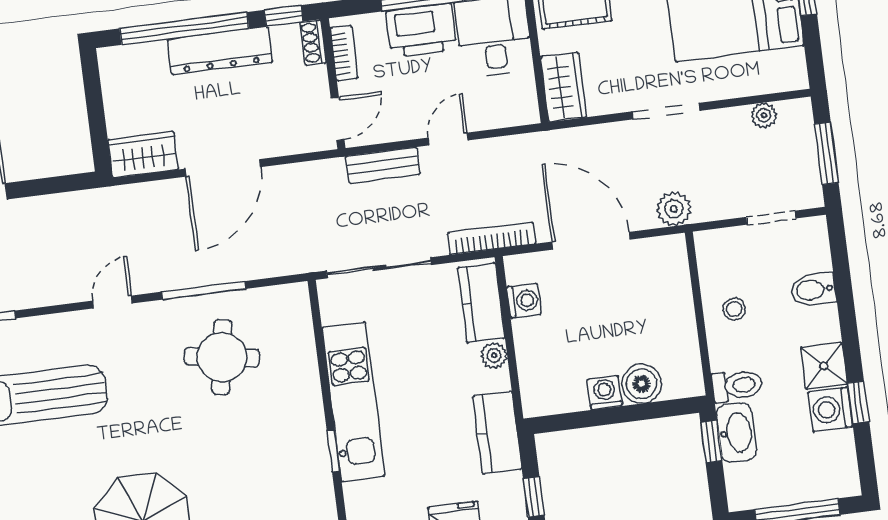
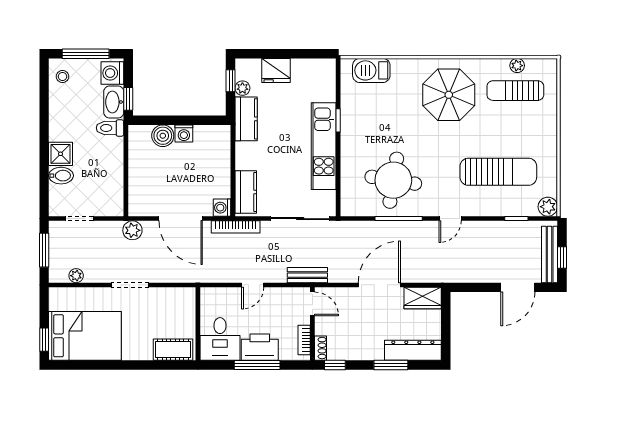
window: (184, 28) -> (391, 365), width x0.47
dresser: (220, 51) -> (413, 350), moved
wardrobe: (563, 87) -> (185, 306), removed
door: (338, 119) -> (312, 304), swing flipped
bench: (383, 165) -> (307, 275), moved
washing machine: (524, 301) -> (222, 208), moved
stool: (734, 309) -> (63, 77), moved
plant: (494, 355) -> (242, 88), moved
round table: (222, 357) -> (393, 180), width x1.36, depth x1.36
shower: (824, 366) -> (61, 154), moved
window: (858, 402) -> (44, 110), removed
washing machine: (830, 409) -> (112, 73), moved, turned 180

